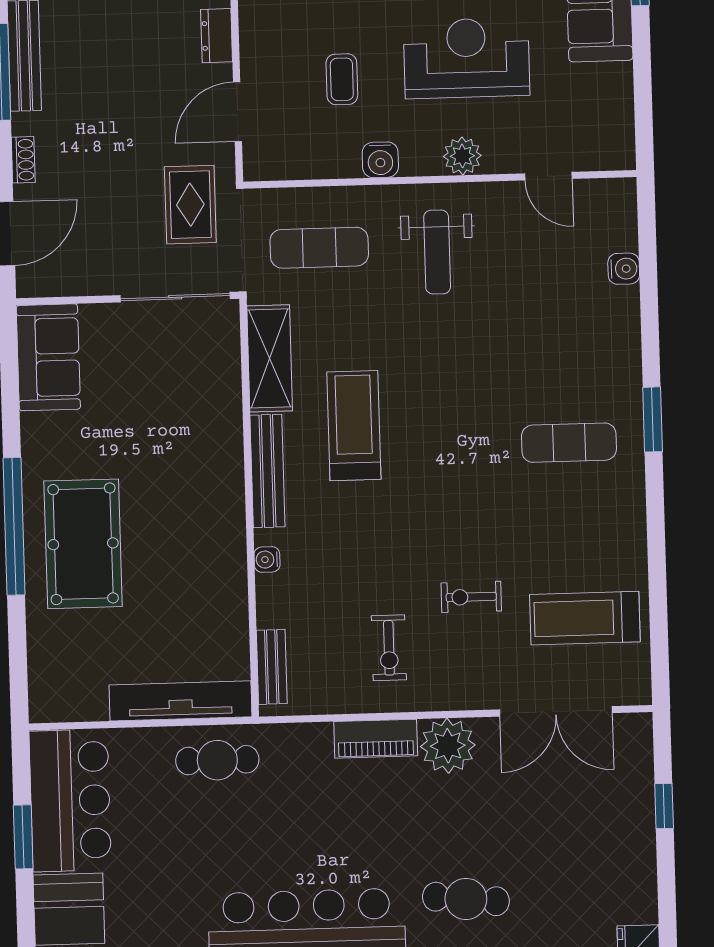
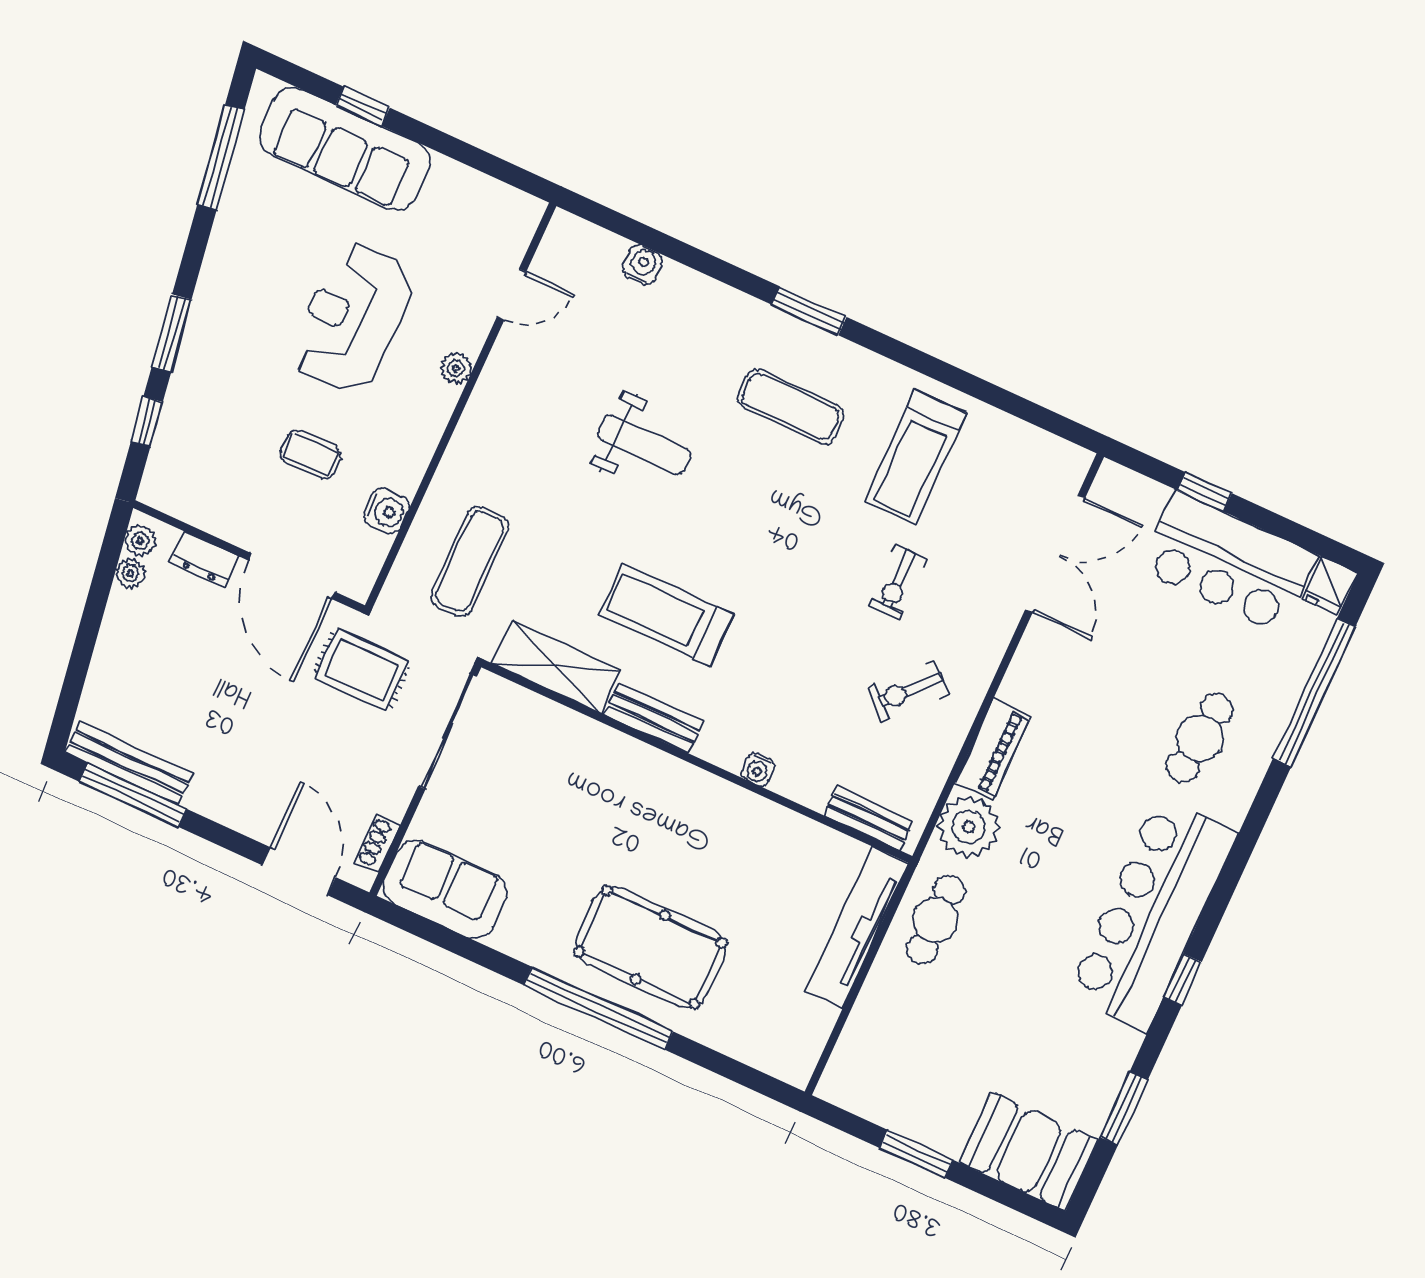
door: (237, 112) -> (292, 576), width x1.36
plant: (462, 156) -> (456, 368), width x0.73, depth x0.73
shoe rack: (23, 160) -> (378, 844), moved, turned -90
water cooler: (380, 160) -> (386, 511), moved
weight bench: (437, 252) -> (644, 444), moved
exercise mat: (569, 443) -> (791, 407), turned 90
bench: (267, 471) -> (654, 718), width x0.73
treadmill: (585, 618) -> (915, 457), moved
exercise bike: (389, 648) -> (908, 691), turned 133
plant: (448, 746) -> (969, 827), moved
bar counter: (70, 800) -> (1228, 562), moved, turned 180

